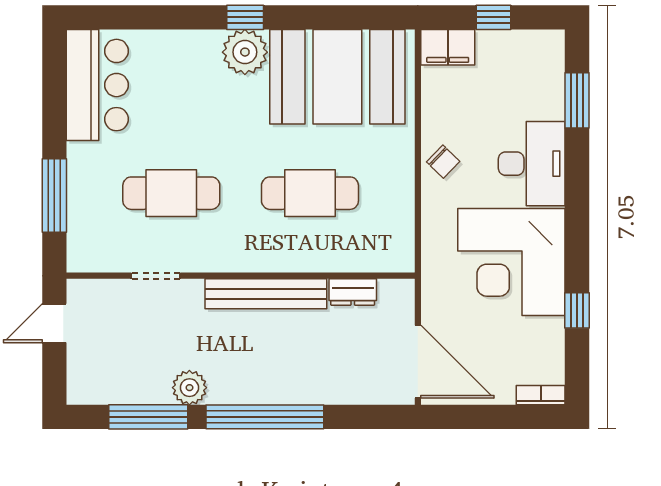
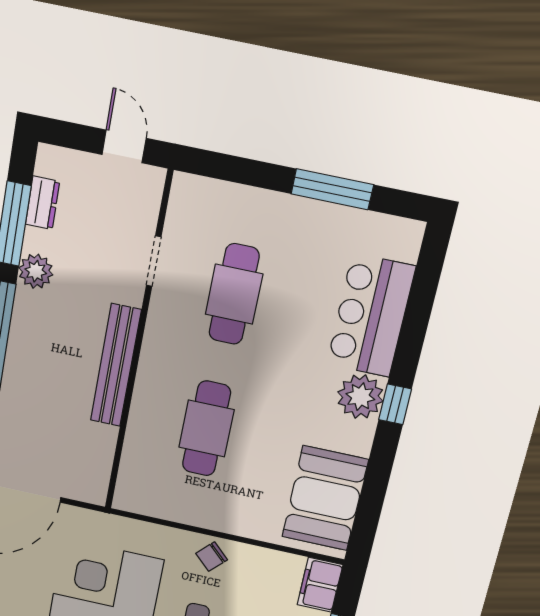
booth: (337, 77) -> (325, 498), width x0.73, depth x0.70
bar counter: (97, 85) -> (371, 316), moved, turned 90
window: (54, 196) -> (332, 189), moved
dresser: (353, 292) -> (43, 203), moved, turned 180

